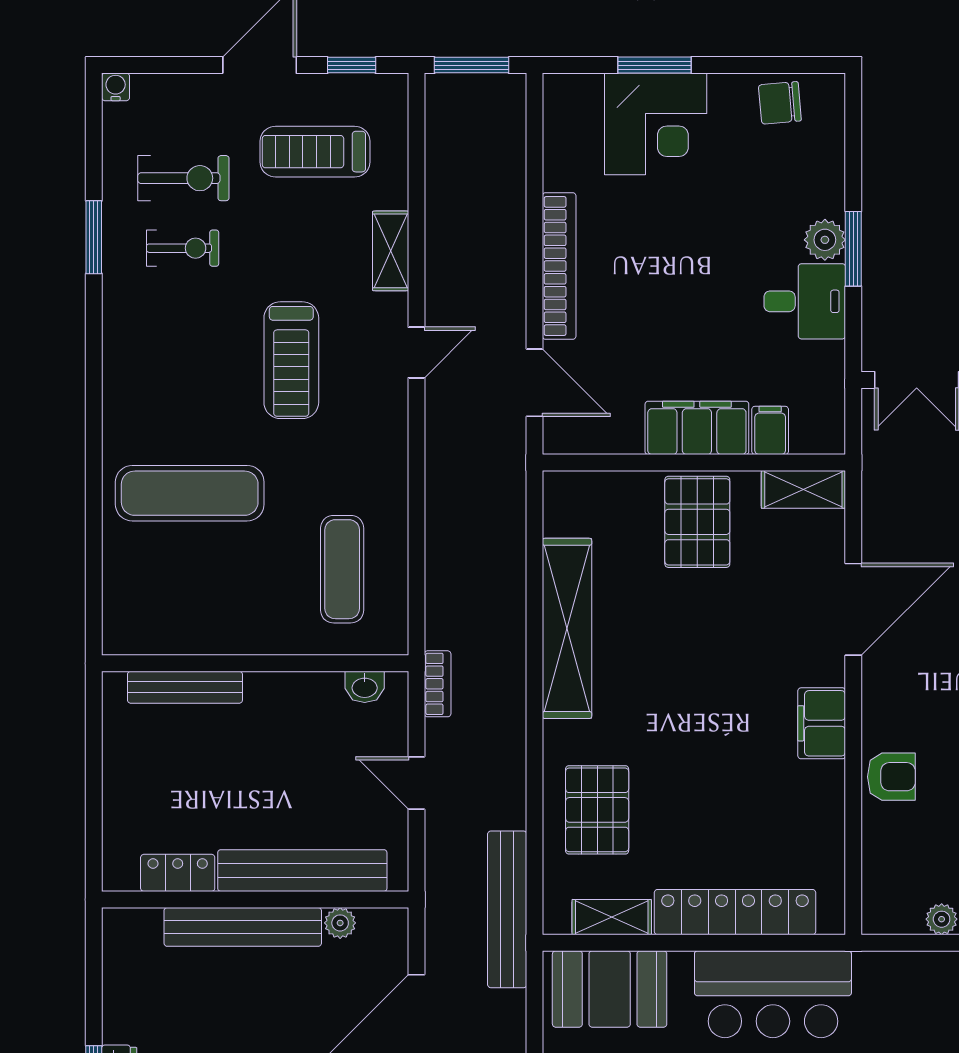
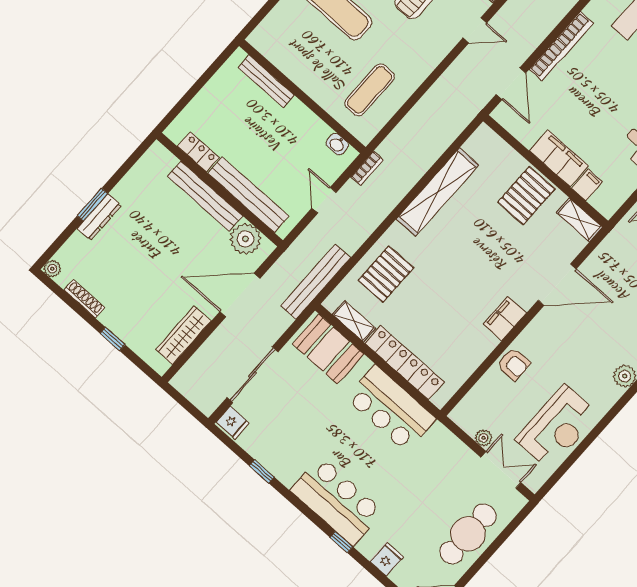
plant: (340, 923) -> (245, 239), width x1.88, depth x1.88

